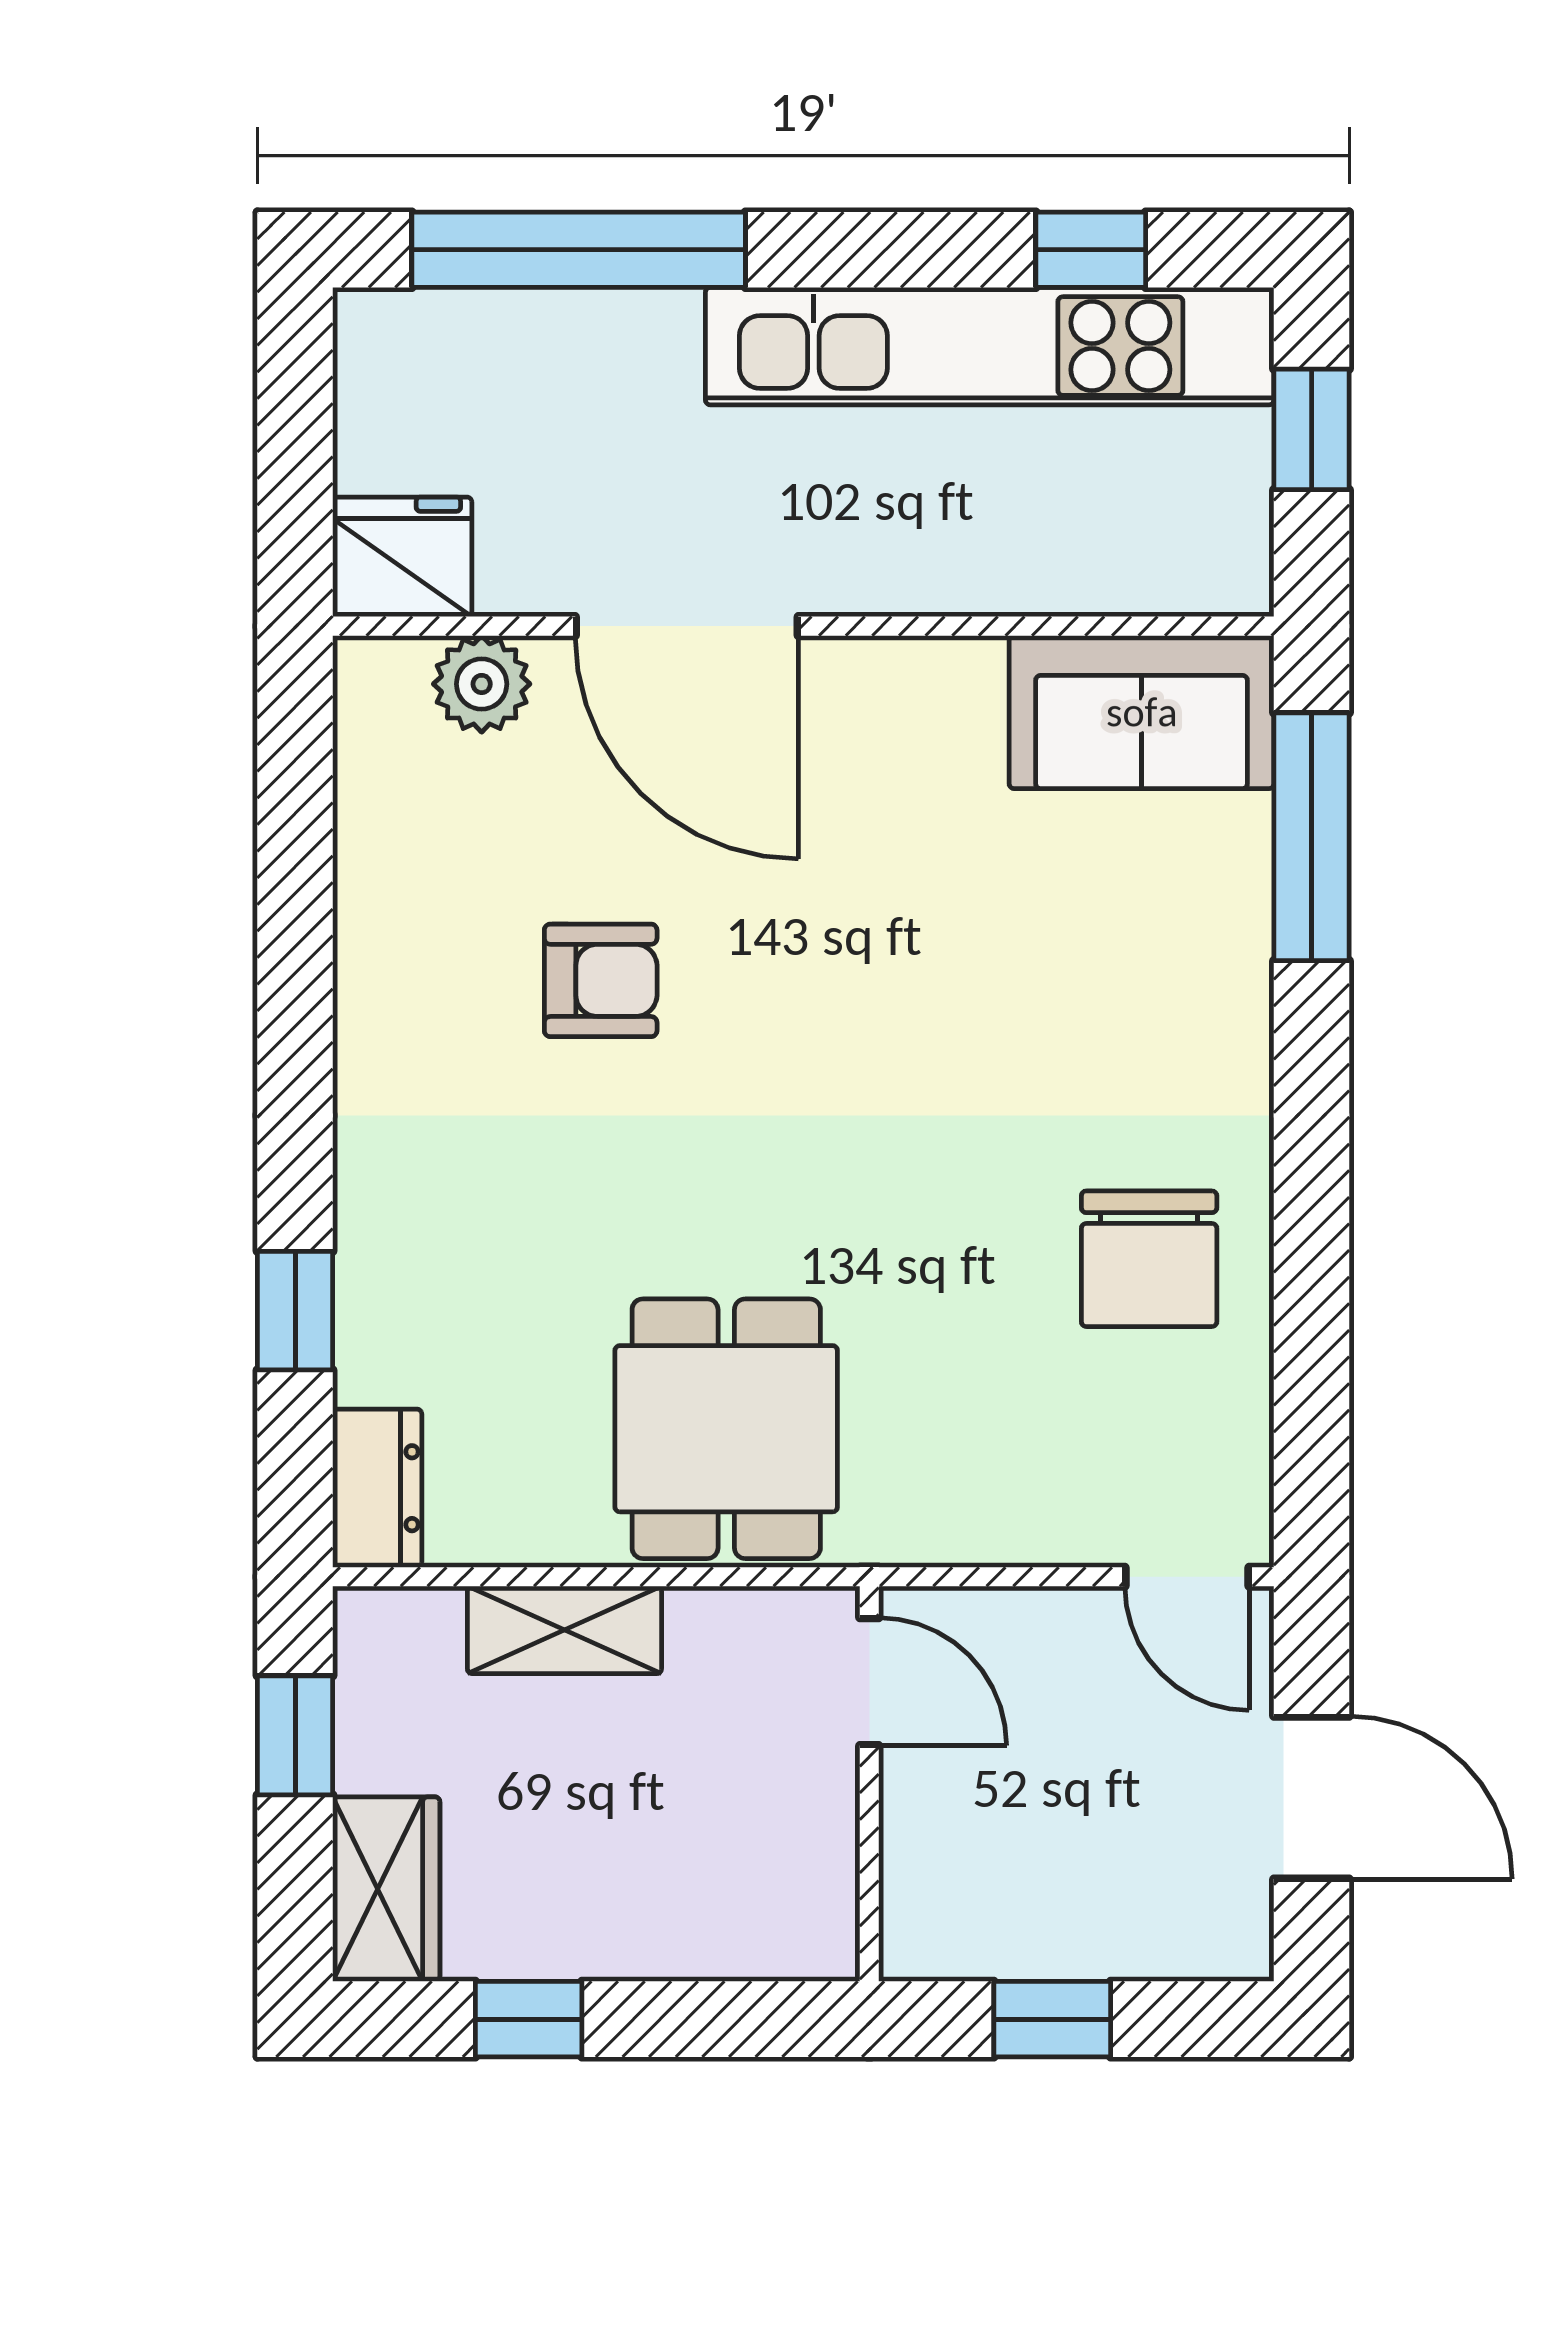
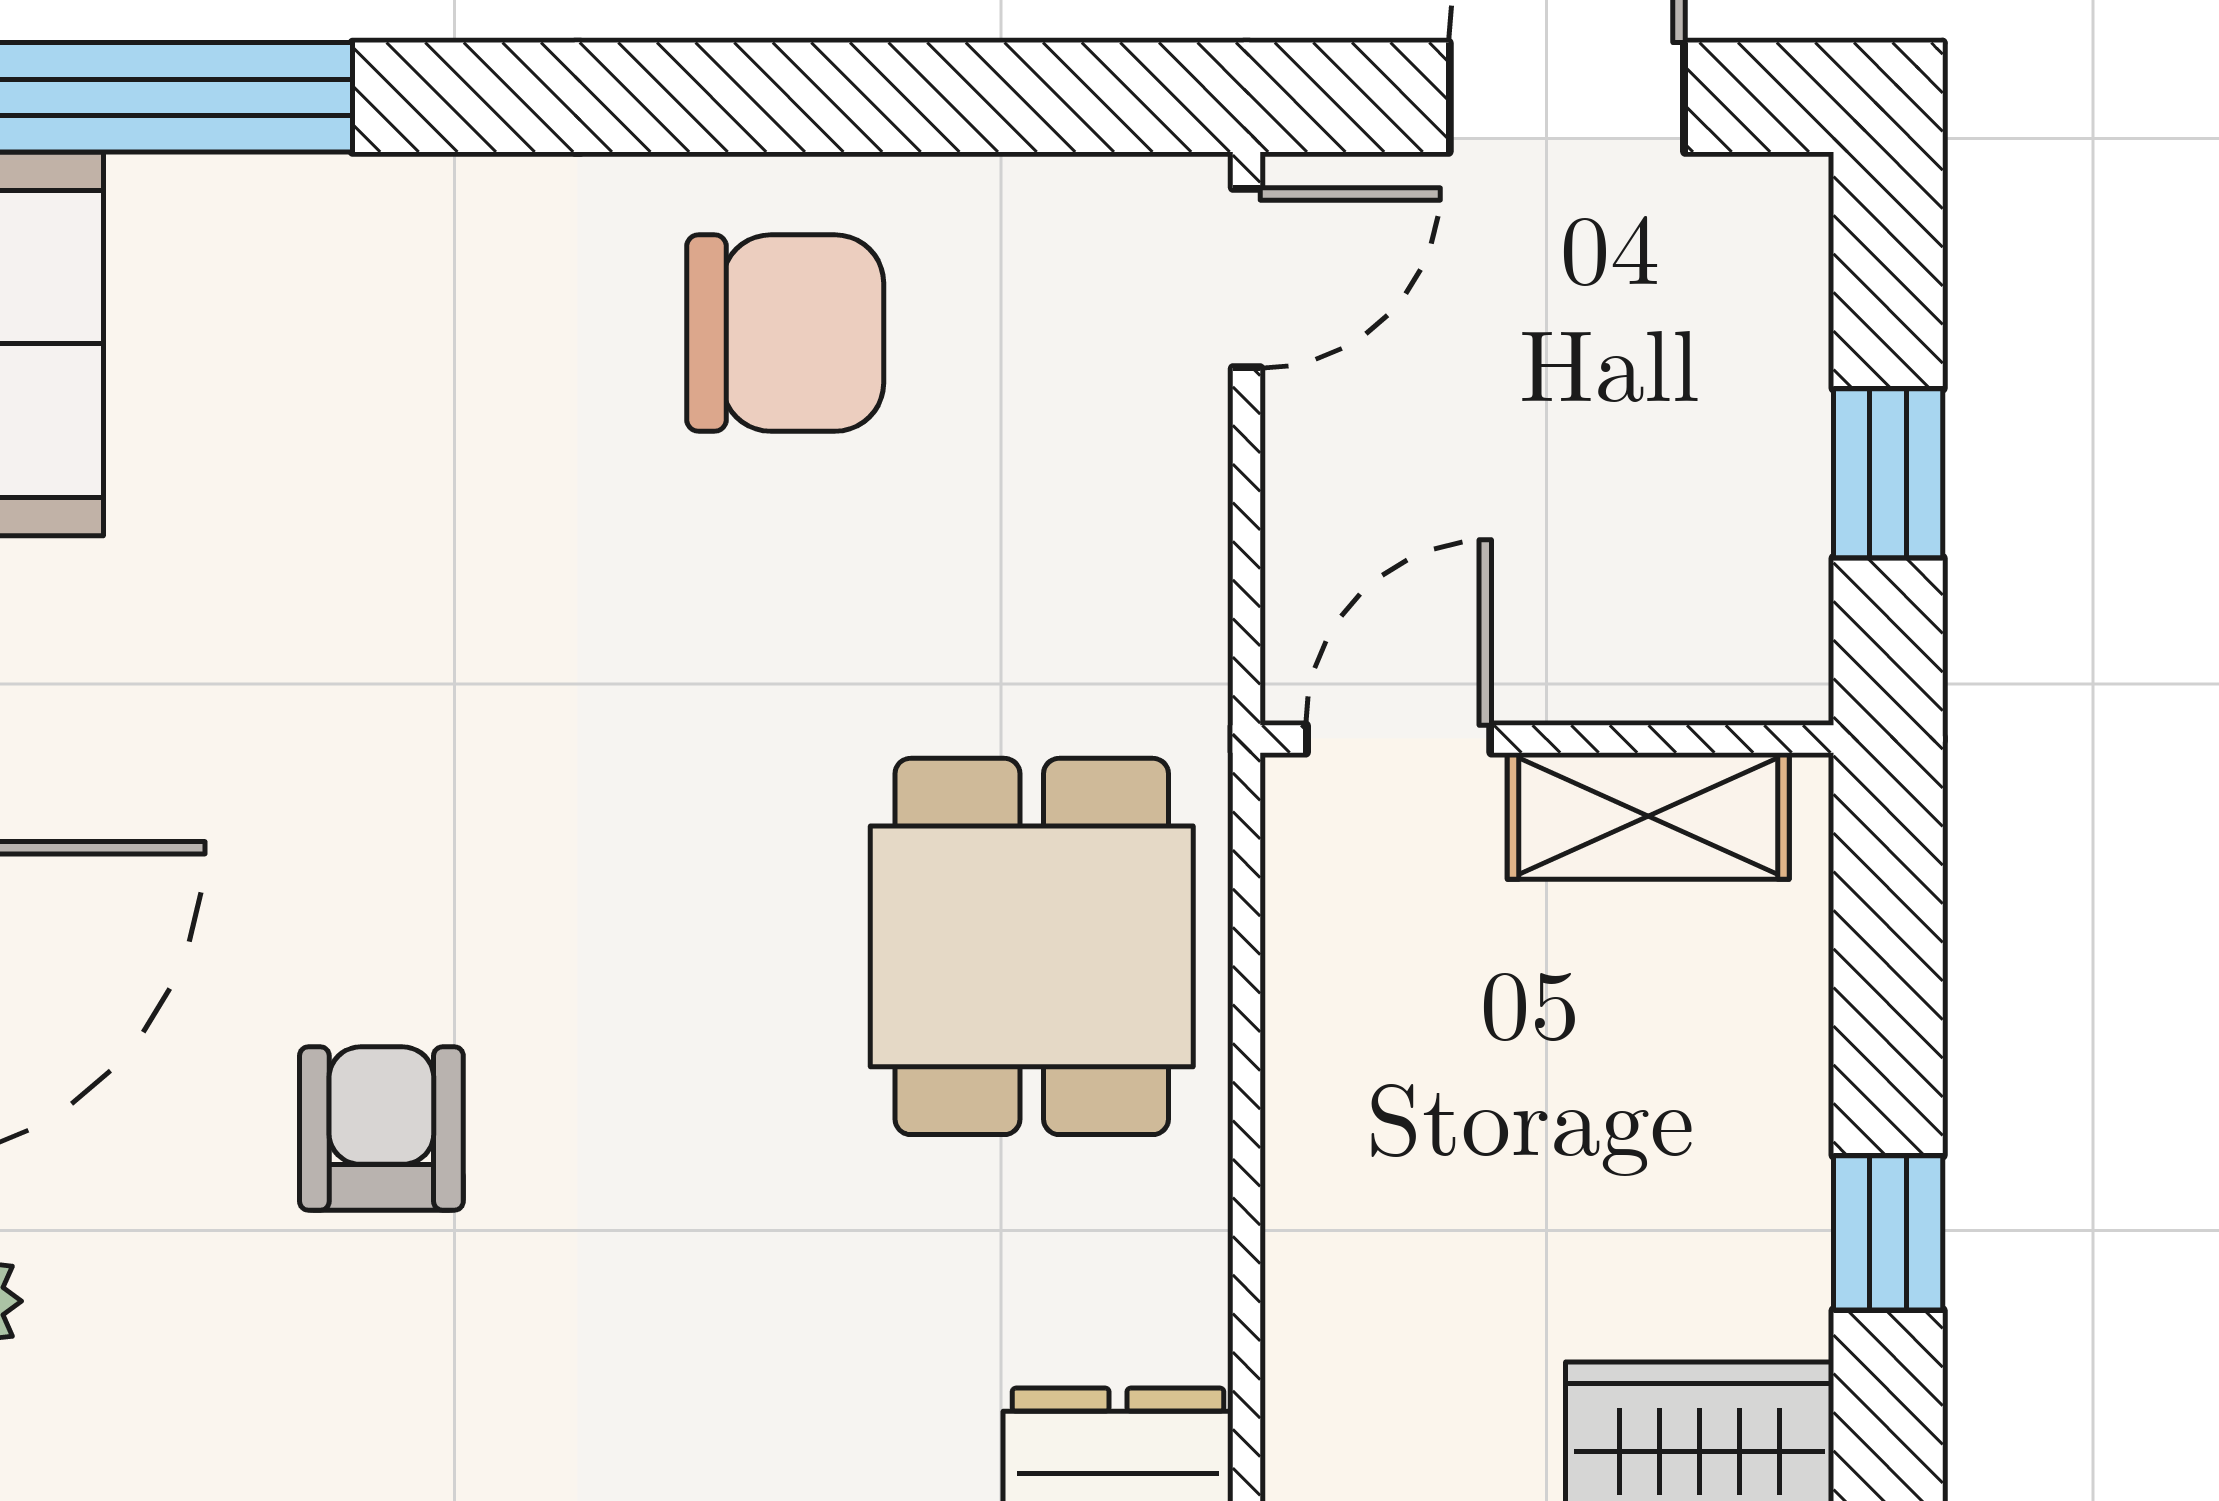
dining table: (726, 1429) -> (1032, 946), turned 90
shelving: (564, 1630) -> (1648, 816), moved, turned 90

